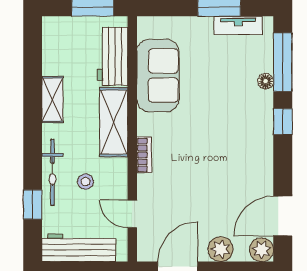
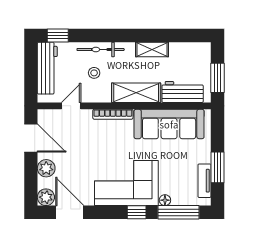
sofa: (158, 75) -> (169, 124), width x1.36
corner sofa: (241, 136) -> (126, 183), added
bookcase: (144, 155) -> (113, 114), width x1.56
window: (33, 205) -> (58, 35), moved

